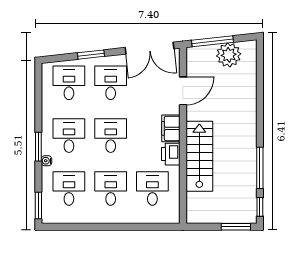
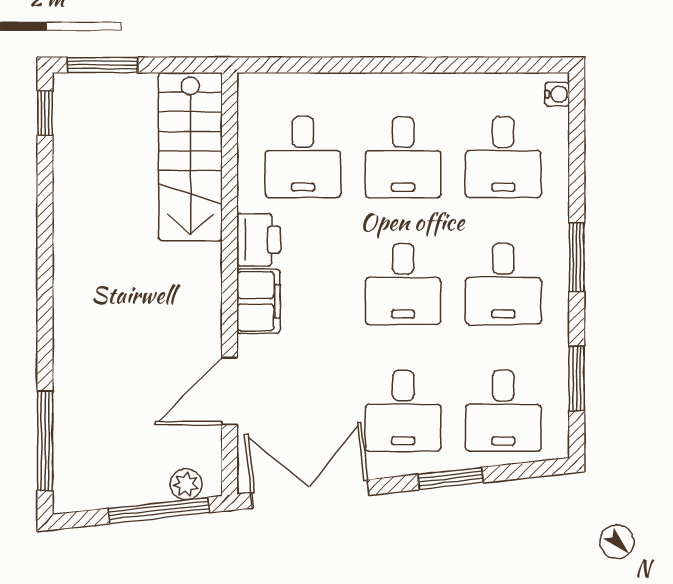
plant: (229, 55) -> (186, 484), moved, width x0.53, depth x0.53
stairs: (199, 156) -> (190, 157), moved
water cooler: (47, 161) -> (557, 94), moved
window: (260, 168) -> (45, 441), moved
window: (38, 206) -> (577, 379), moved

